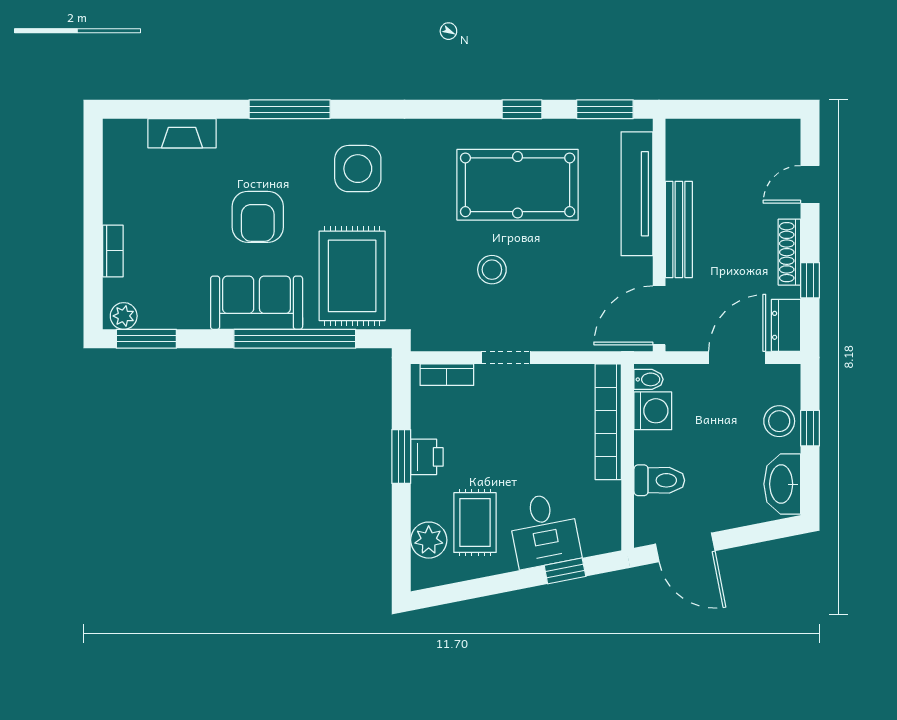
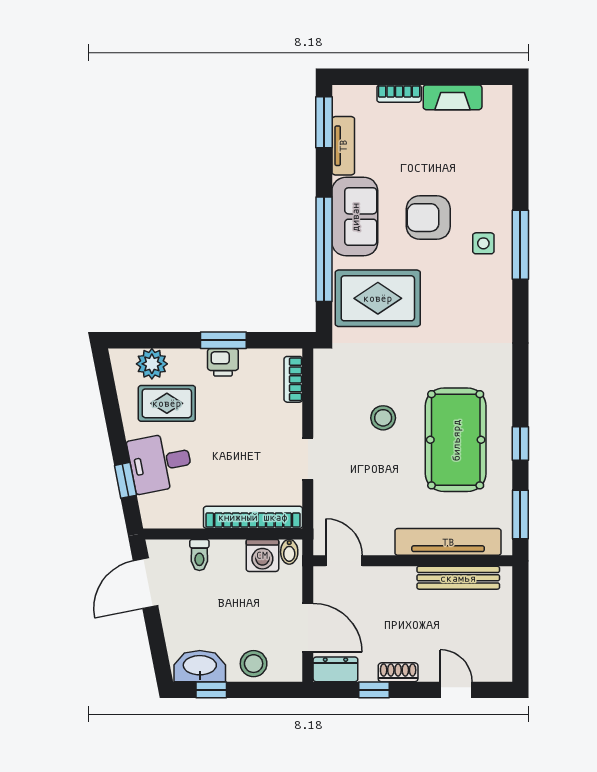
fireplace: (182, 133) -> (453, 97), moved, turned -90
side table: (358, 169) -> (483, 243), moved, width x0.54, depth x0.54
bench: (679, 229) -> (458, 578), moved
shoe rack: (789, 252) -> (398, 672), width x0.70
door: (659, 315) -> (344, 561), width x0.73
plant: (124, 316) -> (343, 103), removed
tv unit: (174, 316) -> (343, 146), added
doorway: (506, 358) -> (308, 459), moved
window: (810, 428) -> (211, 690), moved
toilet: (659, 480) -> (199, 555), width x0.73, depth x0.72

